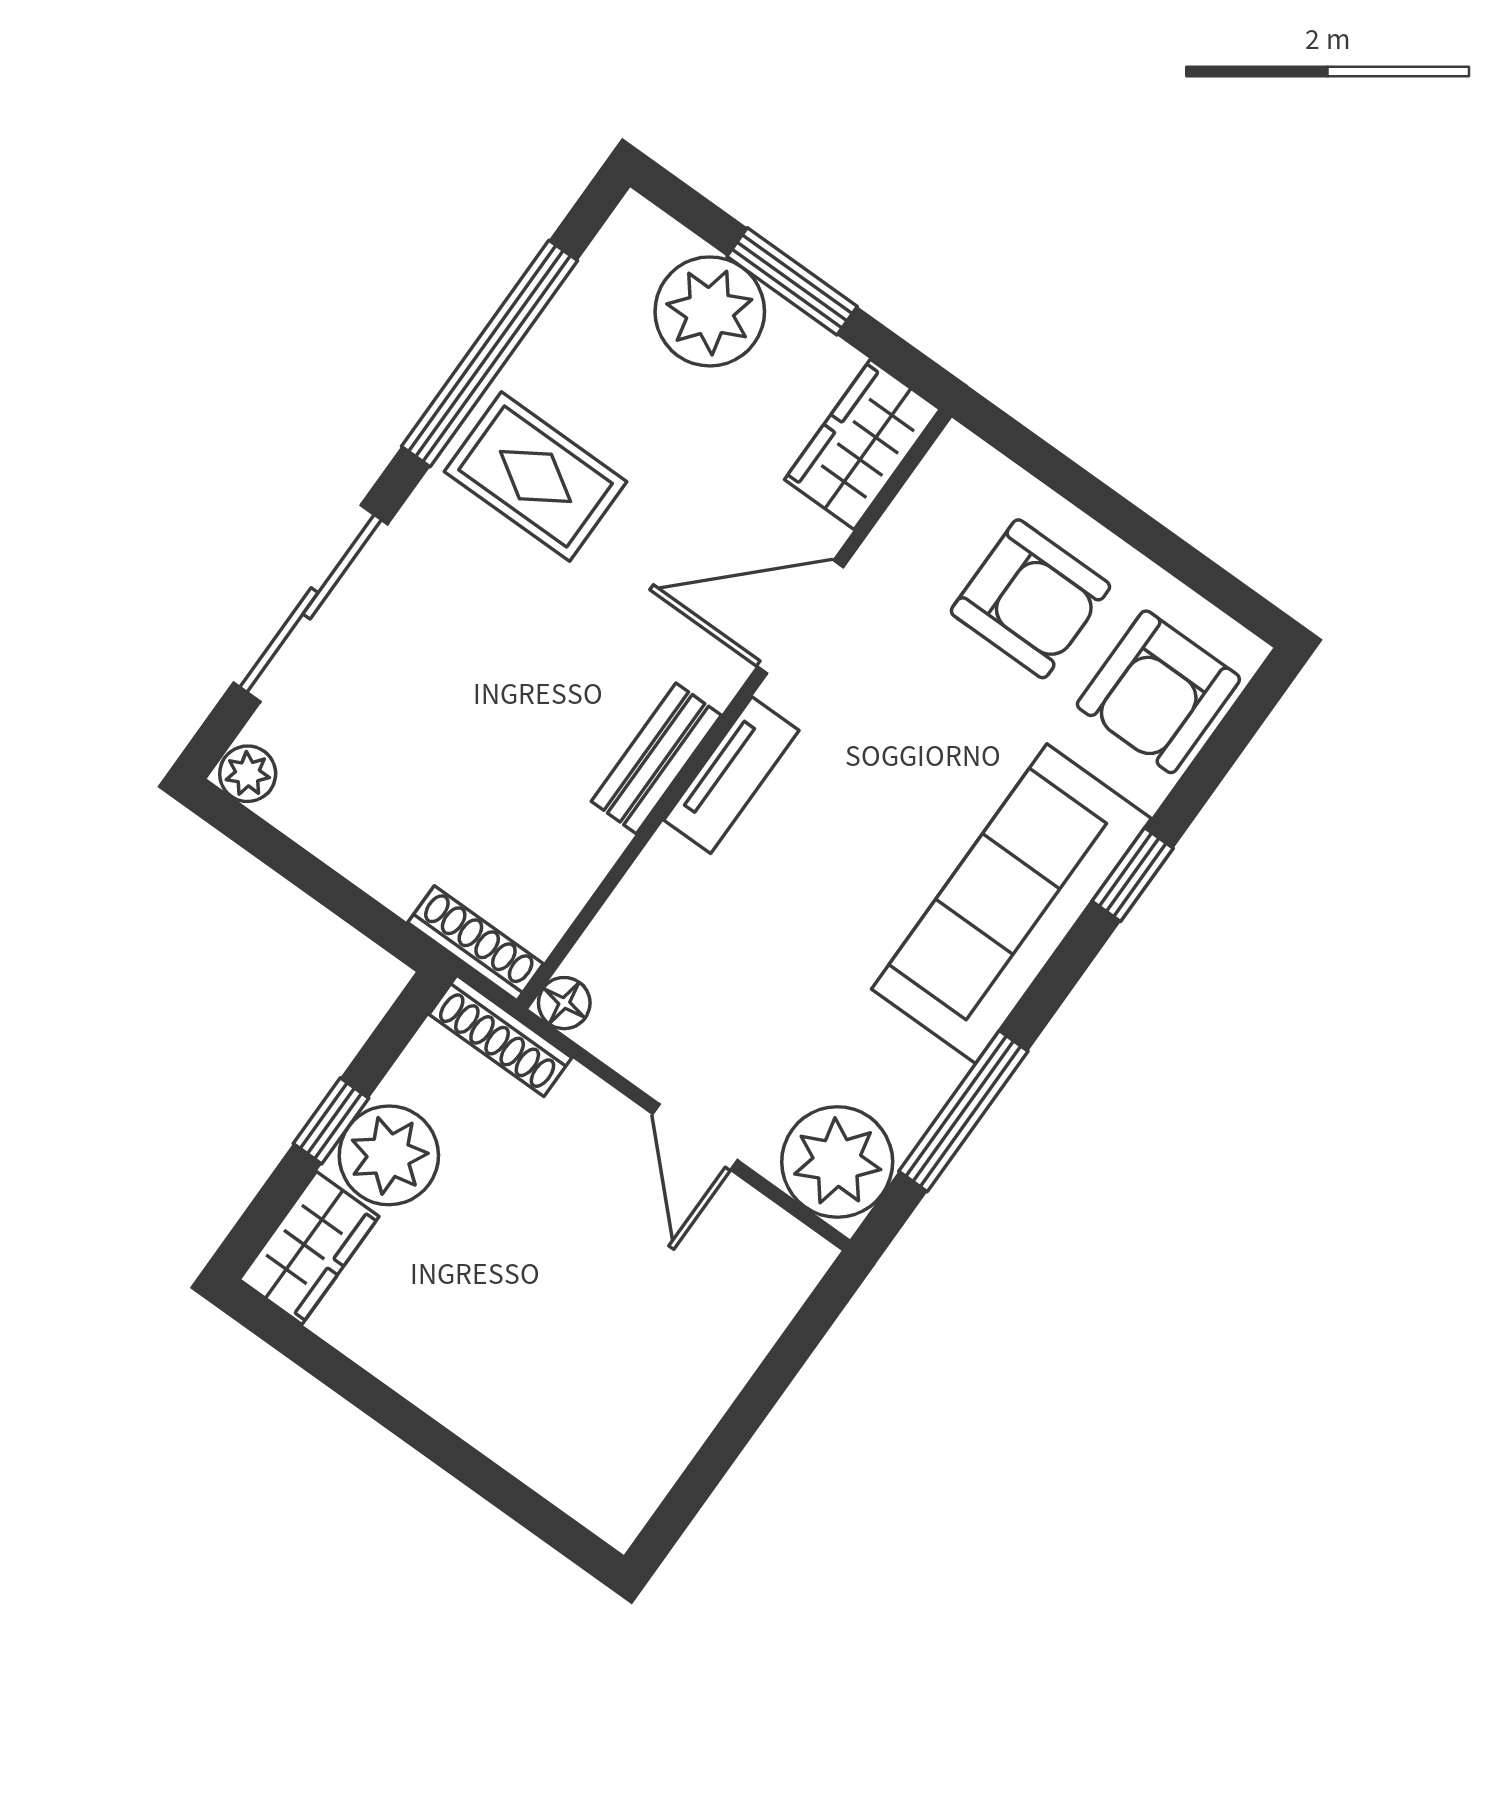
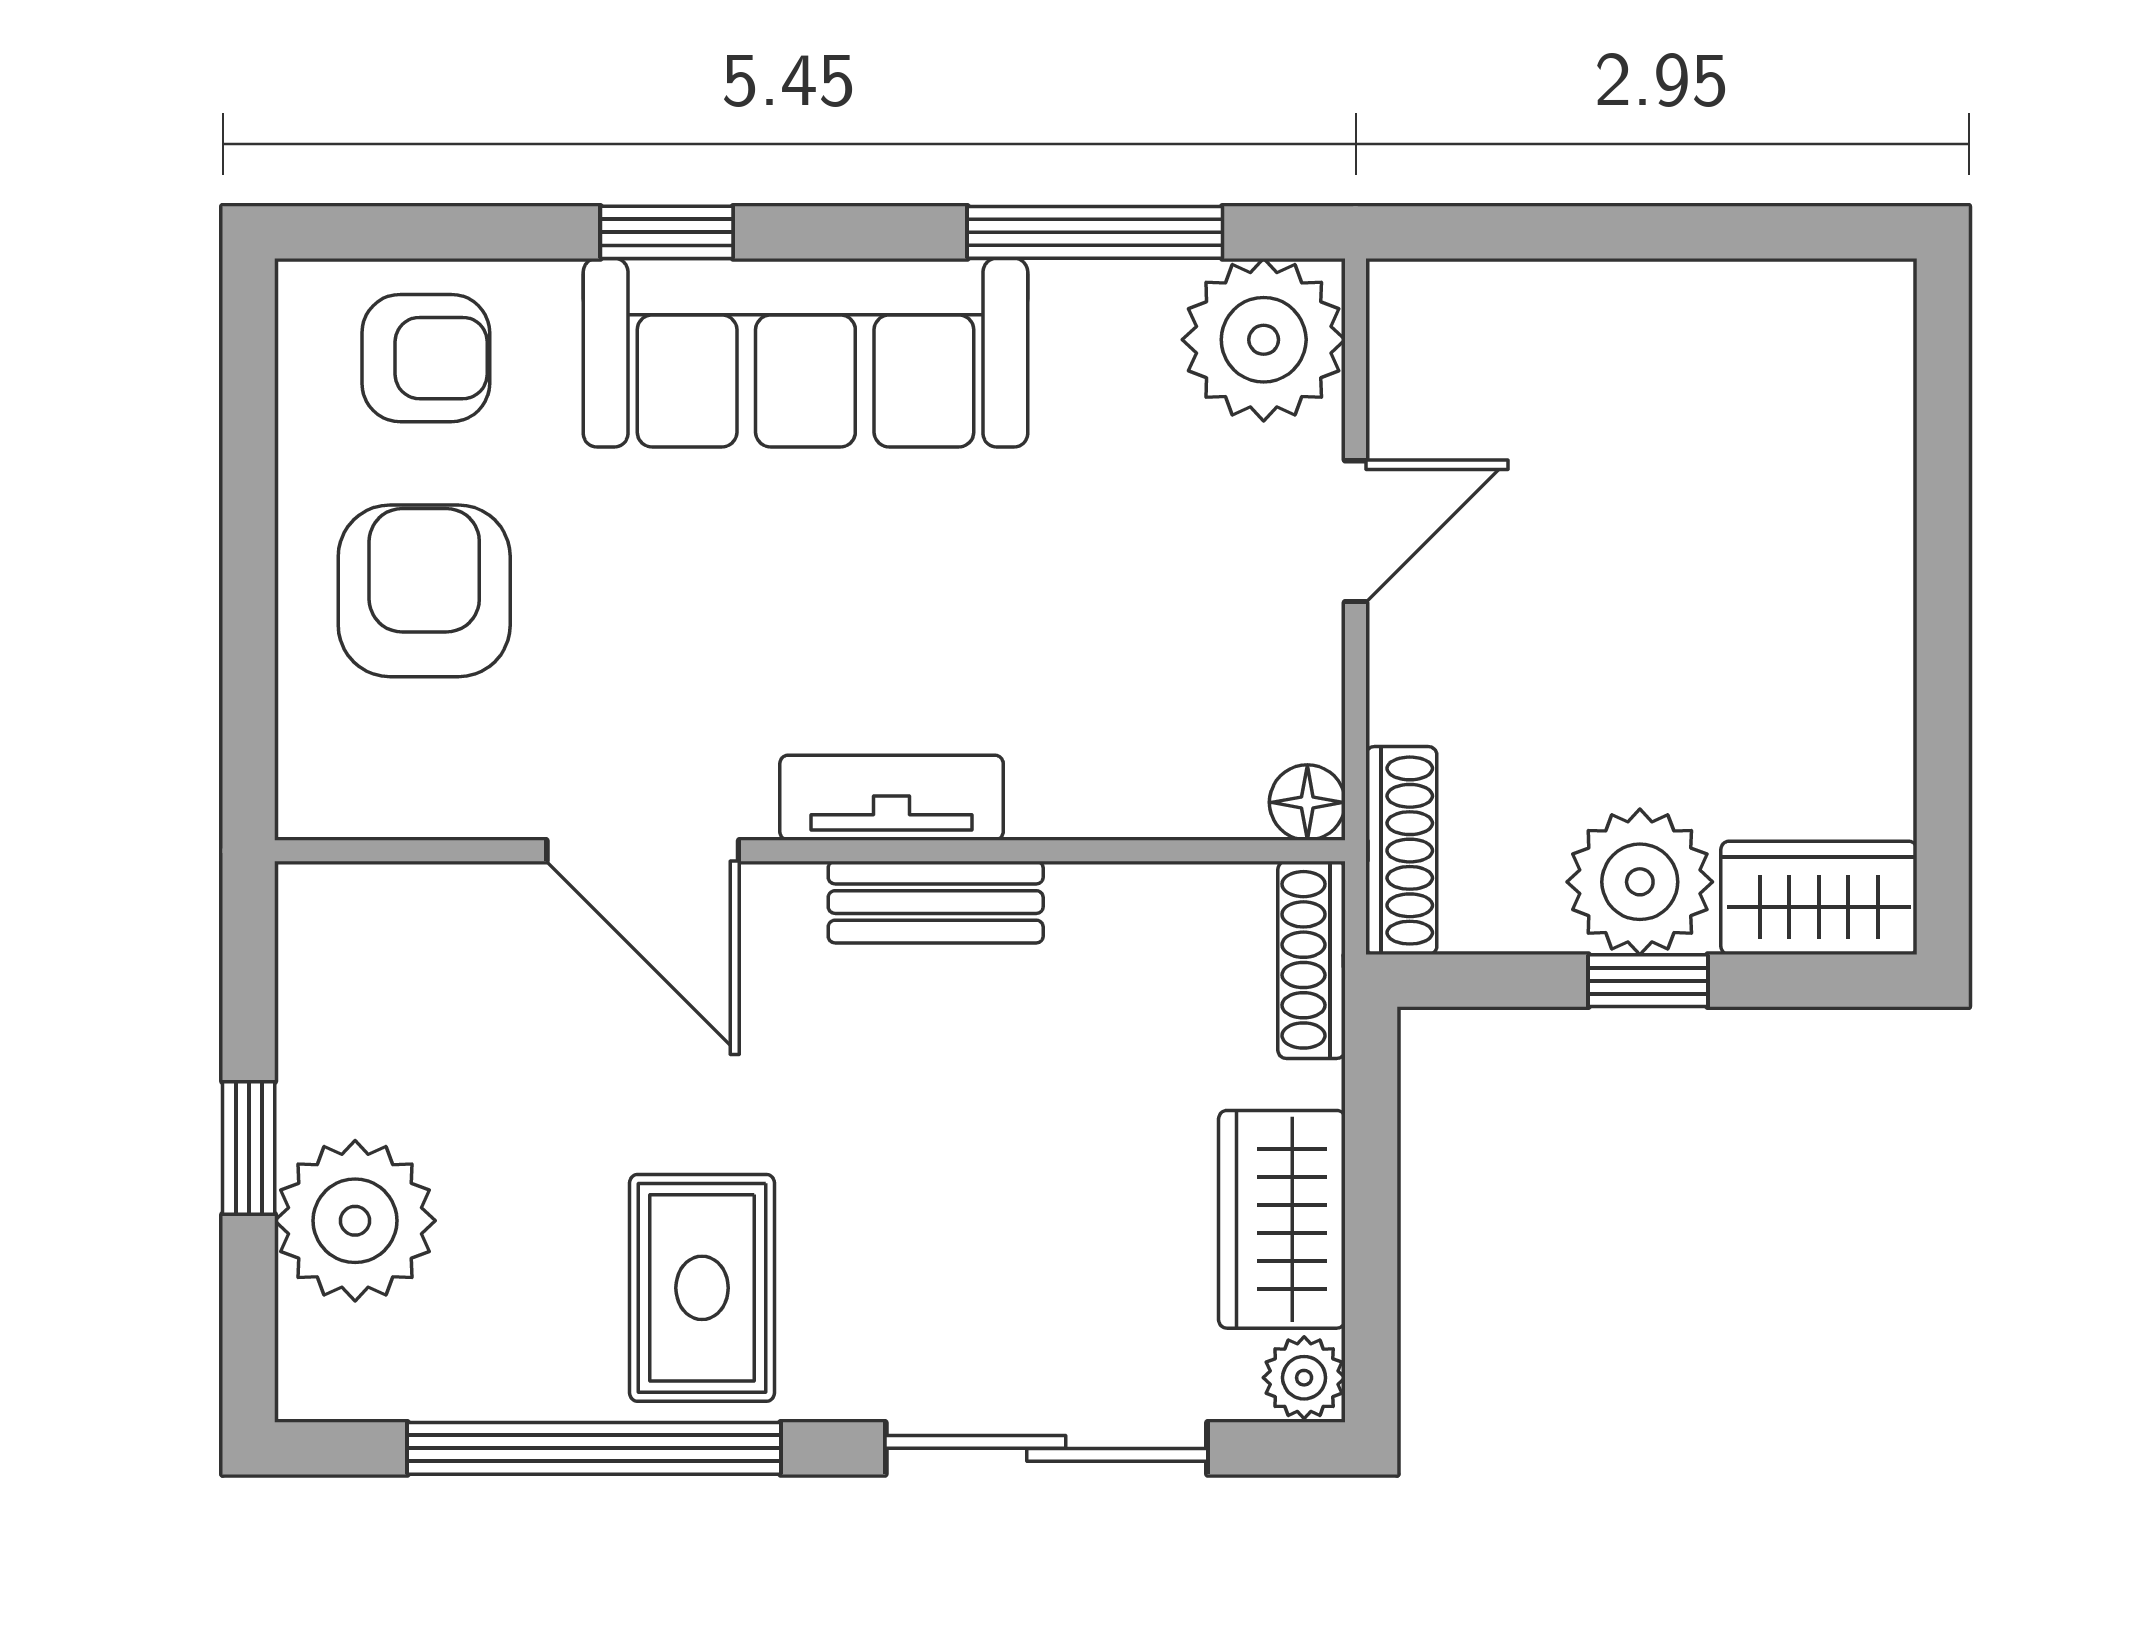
window: (792, 281) -> (249, 1148), width x0.67
wardrobe: (862, 444) -> (1282, 1219), moved, turned 90
armchair: (1158, 692) -> (426, 358), width x0.72, depth x0.72

